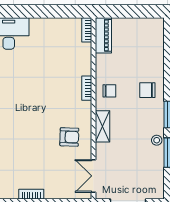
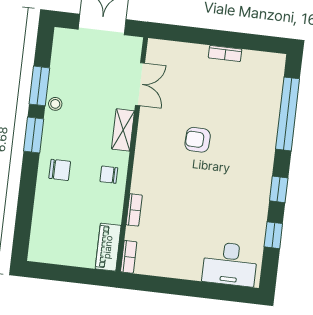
bookcase: (87, 88) -> (134, 210), moved
armchair: (69, 137) -> (198, 140), moved
double door: (94, 176) -> (140, 84), moved

